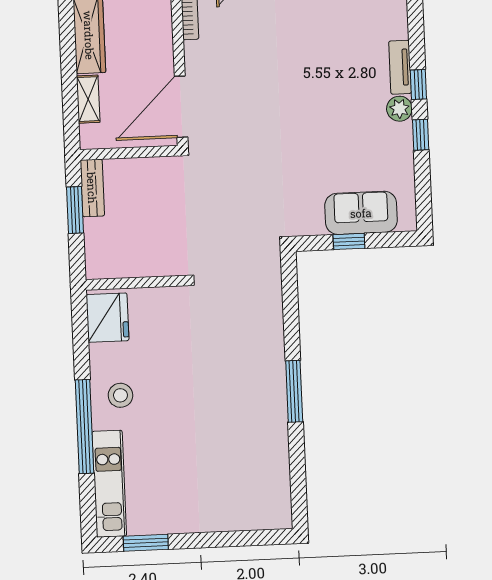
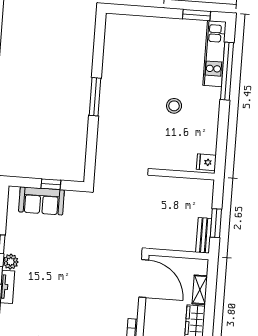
door: (181, 107) -> (144, 278), hinge flipped
fridge: (107, 318) -> (206, 162), width x0.53, depth x0.75
stool: (120, 395) -> (174, 106), moved
window: (84, 427) -> (227, 71), moved

